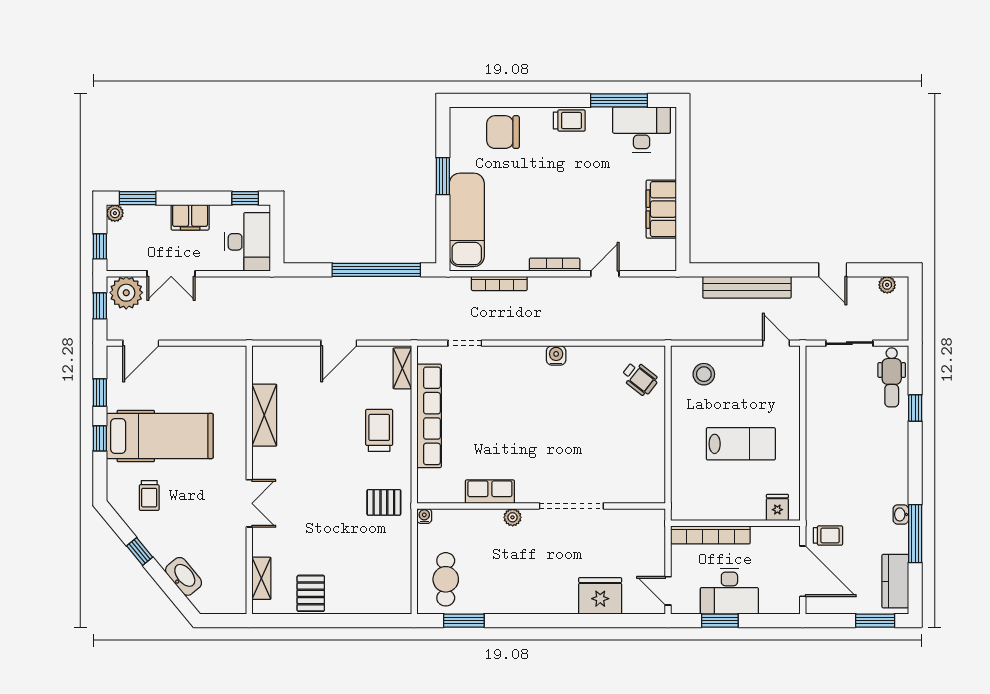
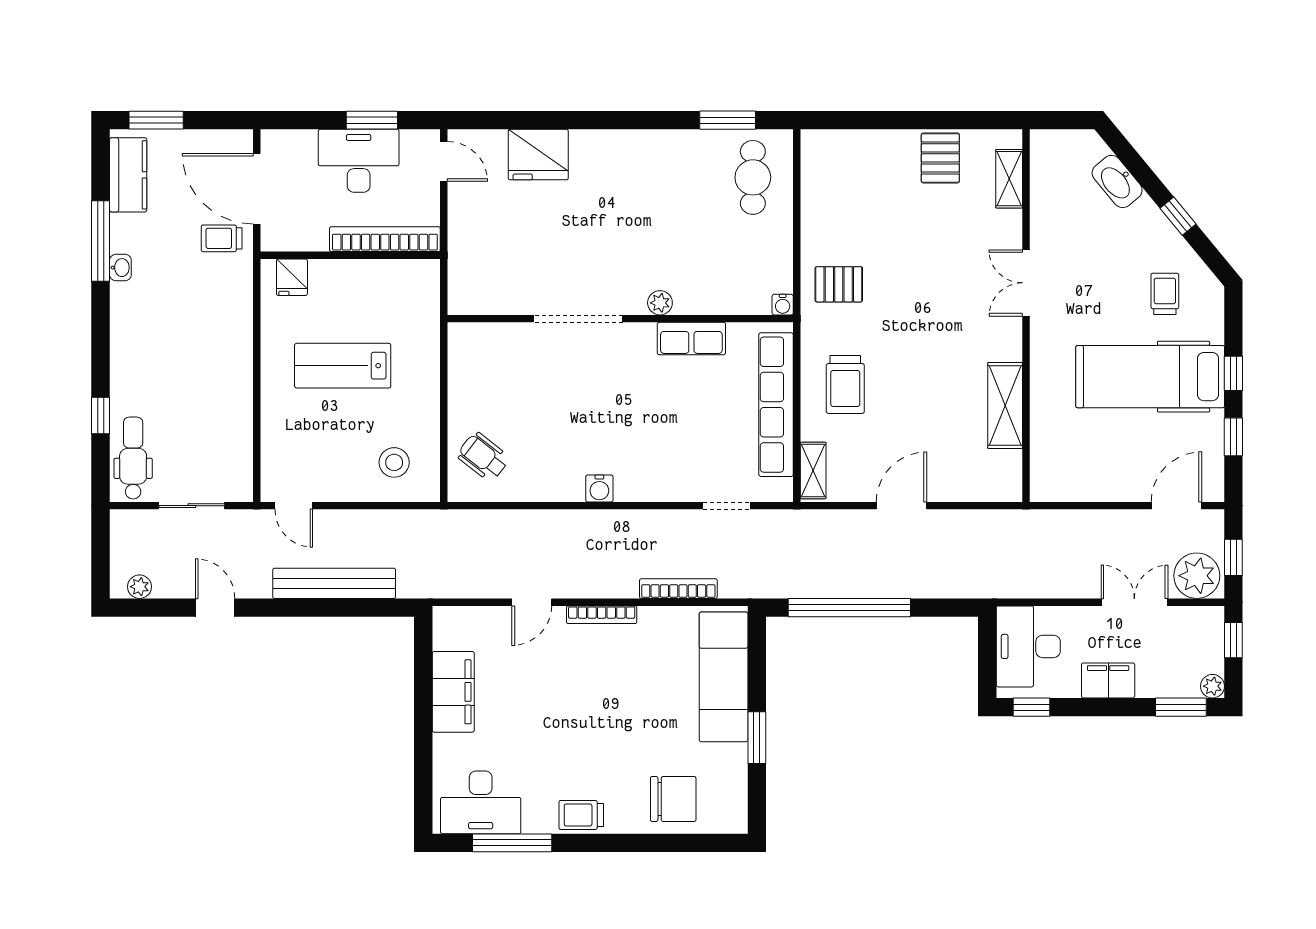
row of seats: (490, 492) -> (691, 339), moved
wall: (541, 506) -> (620, 319), moved
doorway: (571, 506) -> (578, 319), moved
water cooler: (424, 516) -> (783, 305), moved
plant: (513, 517) -> (660, 303), moved

